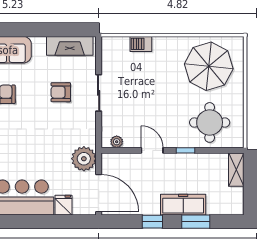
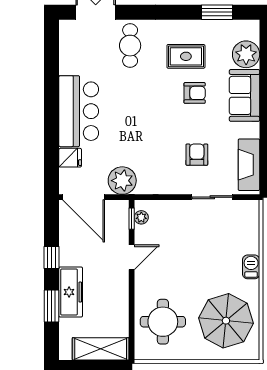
barbecue: (141, 44) -> (251, 267), moved
sliding door: (99, 93) -> (212, 197), moved
window: (185, 150) -> (132, 219), moved
shelving: (236, 170) -> (101, 349), width x1.50, depth x1.33
door: (99, 193) -> (84, 197), hinge flipped

